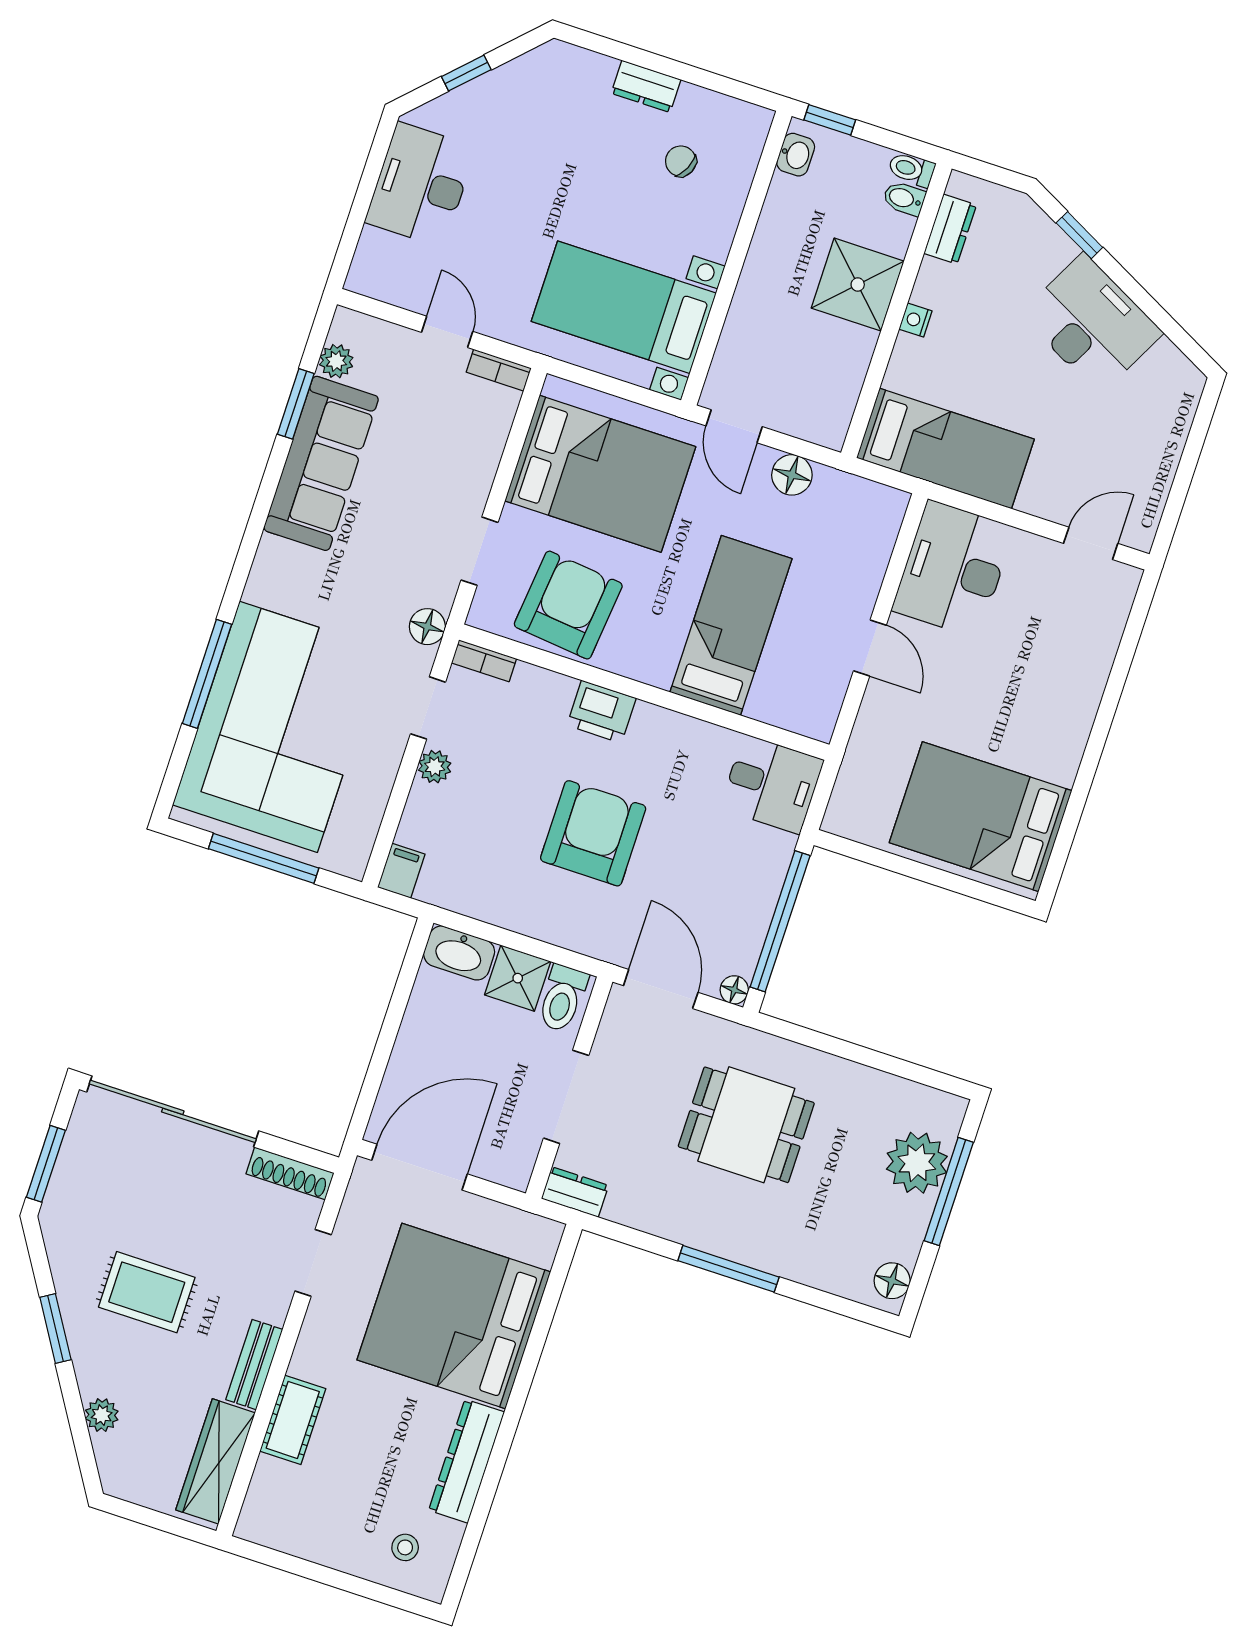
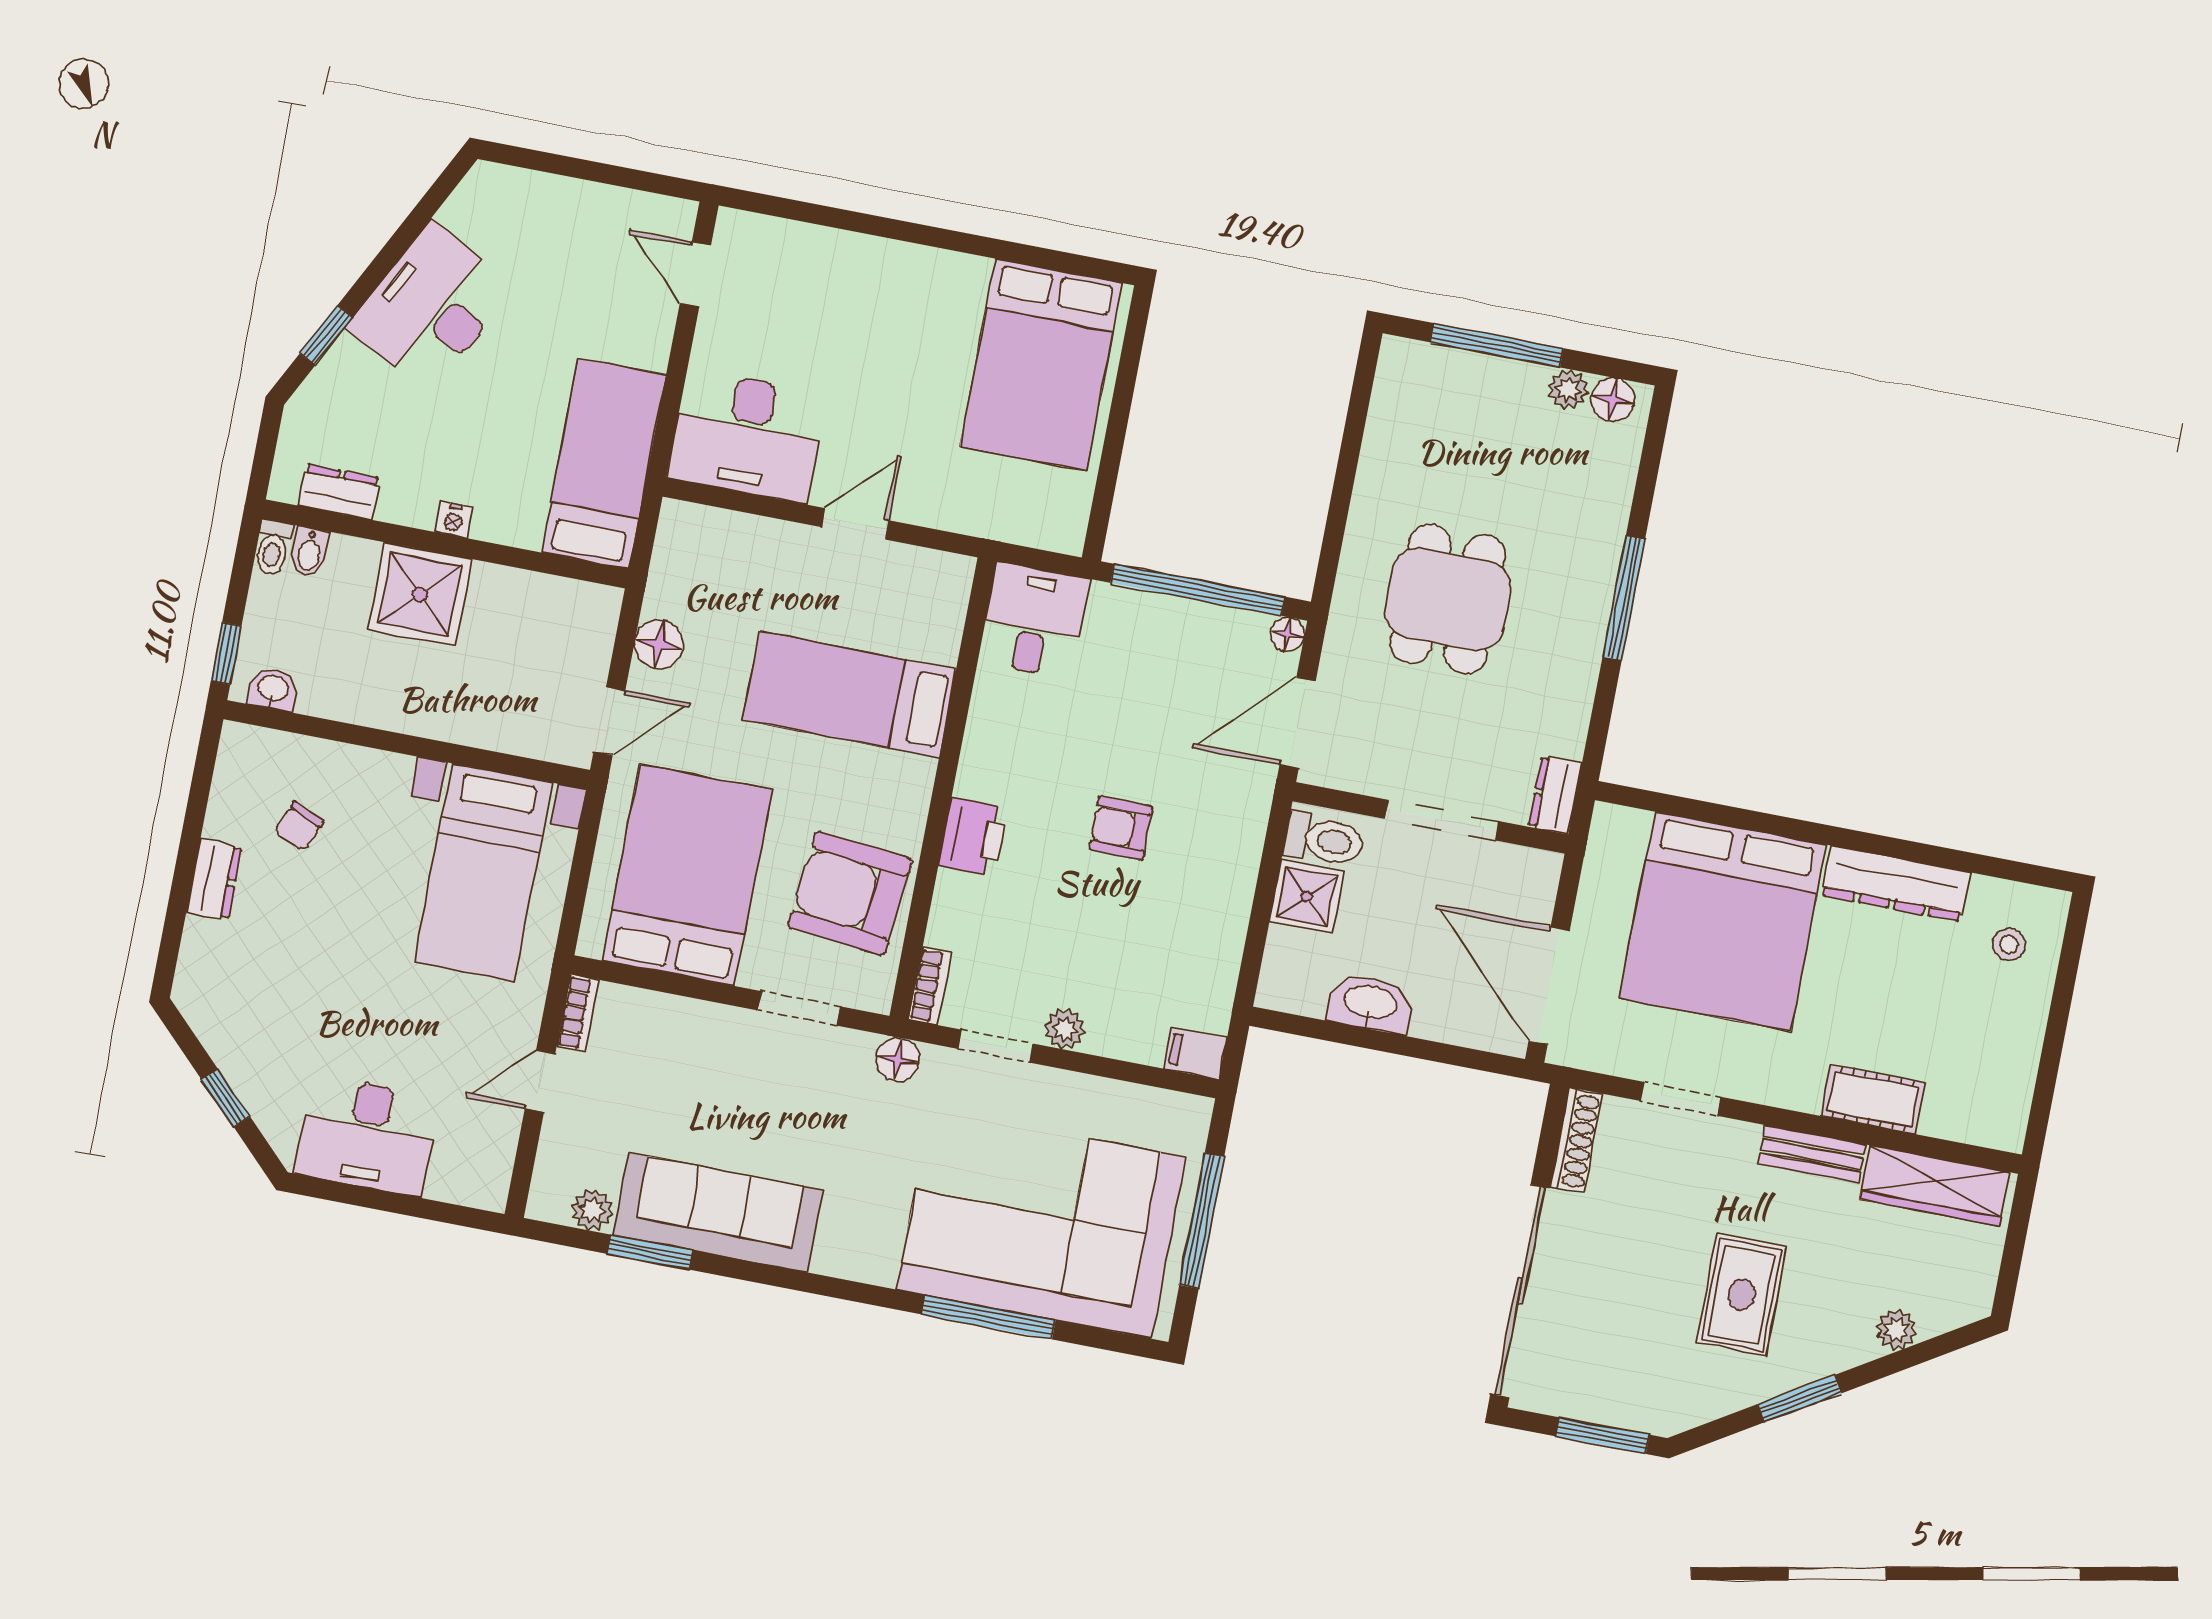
armchair: (593, 833) -> (1121, 828), width x0.53, depth x0.53
washbasin: (459, 953) -> (1370, 1004), moved, turned -90
plant: (917, 1163) -> (1568, 389), moved, width x0.53, depth x0.53

